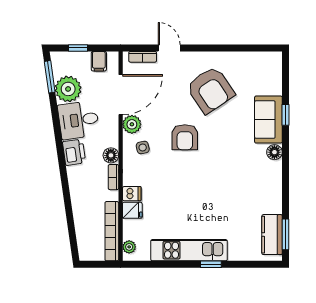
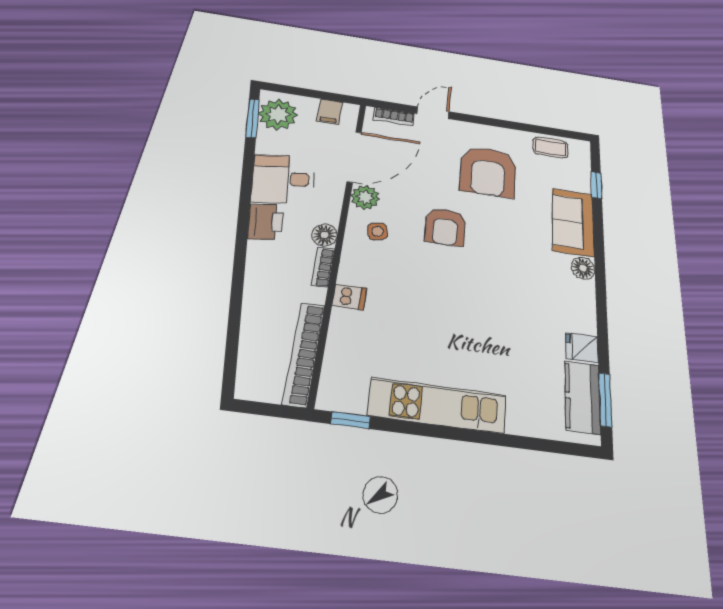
window: (78, 48) -> (303, 92), removed
door: (169, 48) -> (433, 113), hinge flipped
coffee table: (253, 62) -> (551, 148), added
plant: (68, 89) -> (278, 114), moved
armchair: (210, 90) -> (488, 171), turned 34
window: (285, 115) -> (596, 185), moved
fridge: (132, 210) -> (582, 348), moved, turned 180
plant: (129, 247) -> (330, 385), removed
window: (211, 264) -> (351, 420), moved

